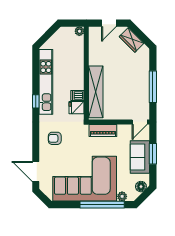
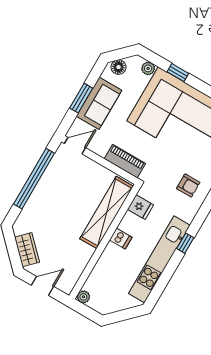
window: (153, 87) -> (34, 179), width x1.46
dishwasher: (77, 95) -> (121, 239), moved
window: (102, 205) -> (178, 73), width x0.32

